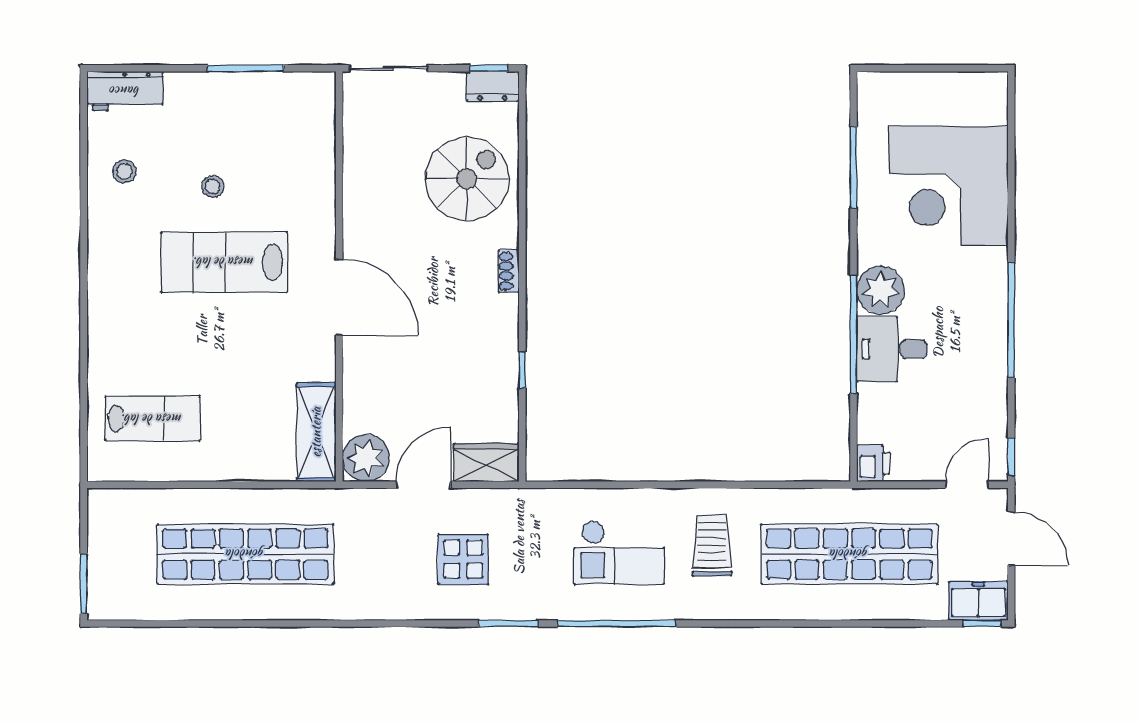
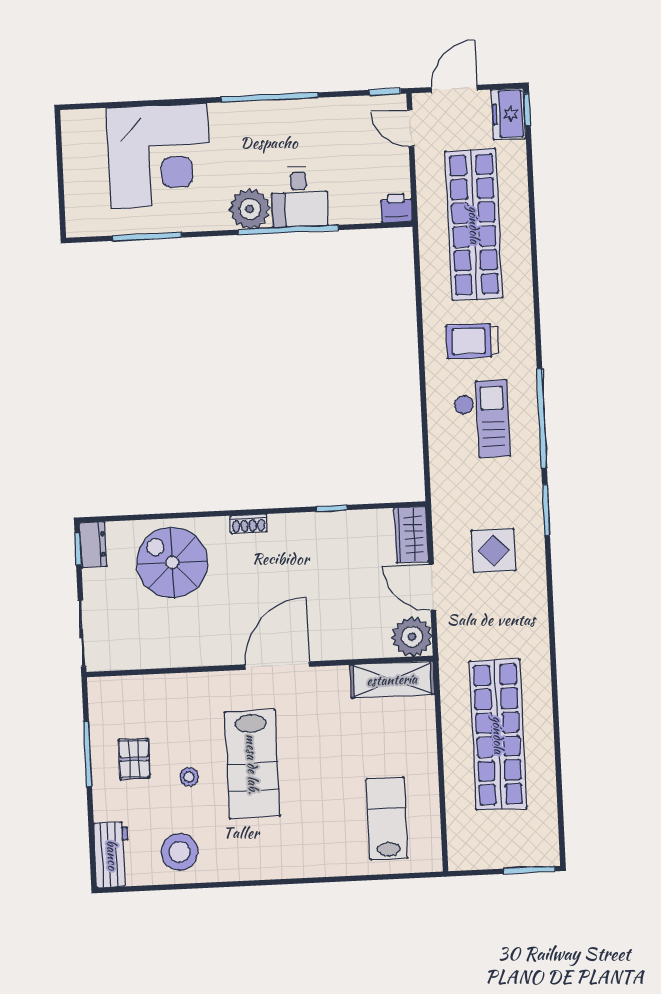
pallet: (237, 123) -> (134, 759), added
stool: (125, 171) -> (180, 852), width x1.89, depth x1.89

